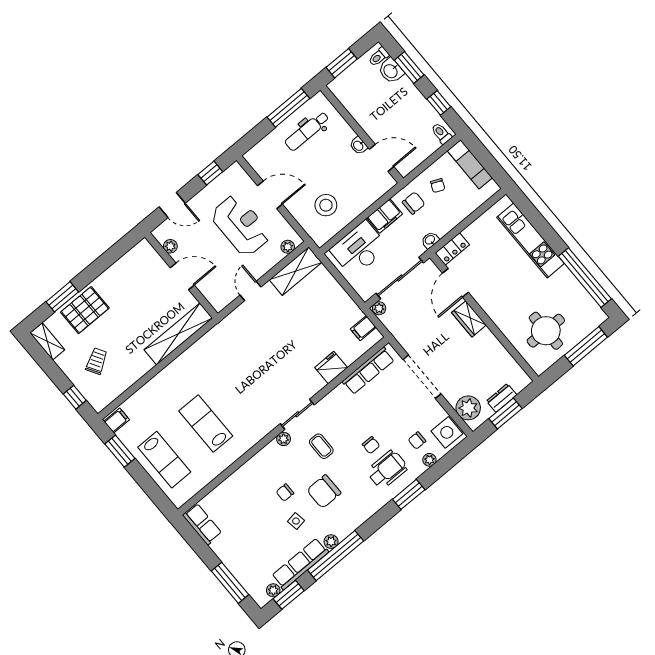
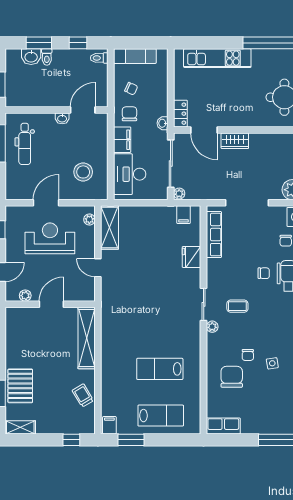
toilet: (379, 57) -> (47, 57), moved
trolley: (97, 361) -> (83, 395), moved
chair: (324, 491) -> (232, 377), moved, turned 180

